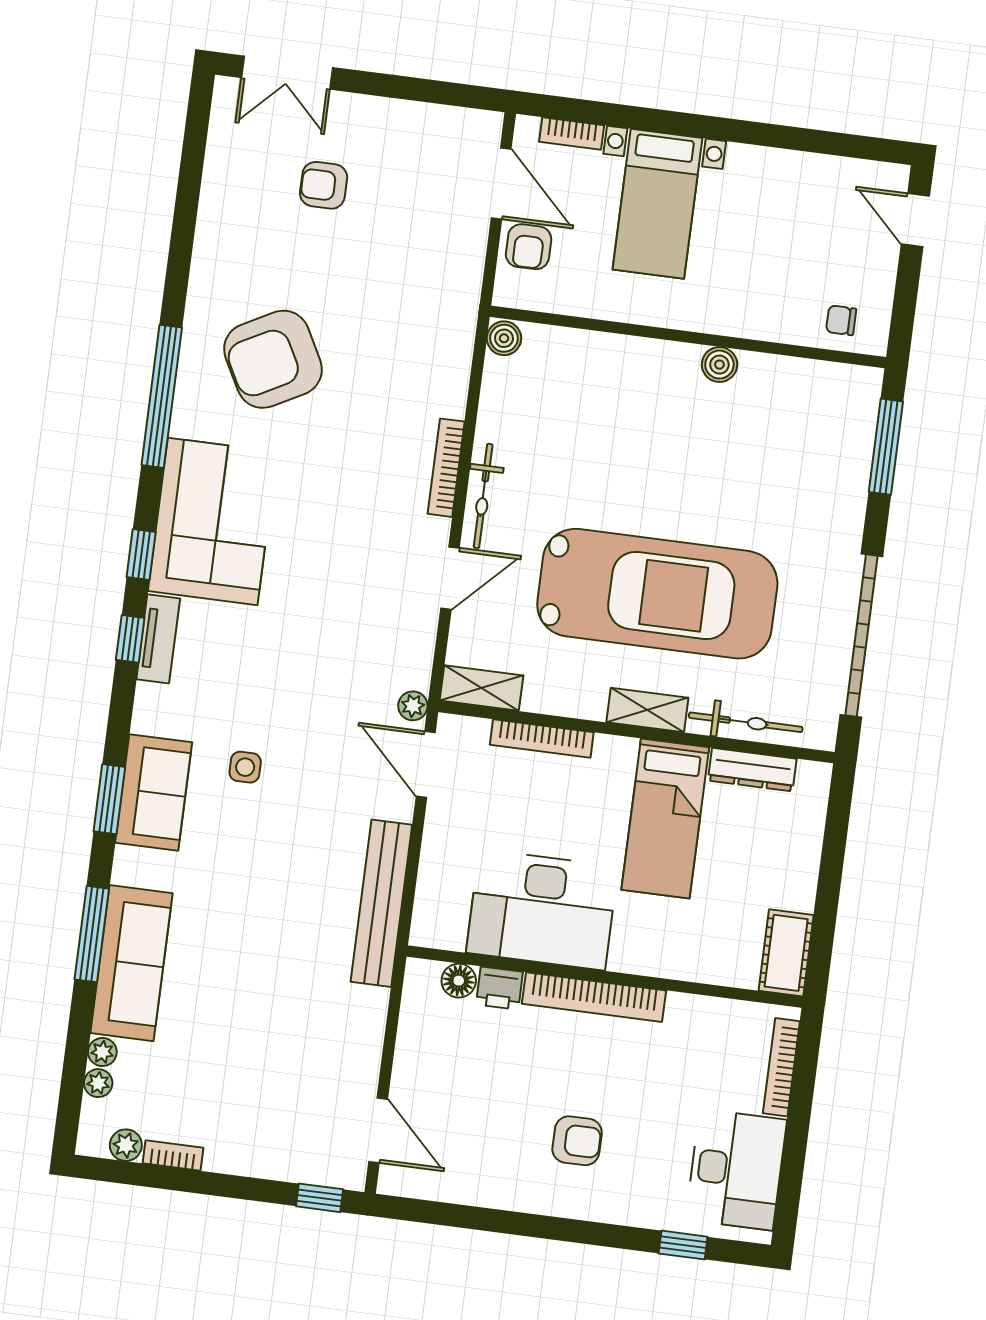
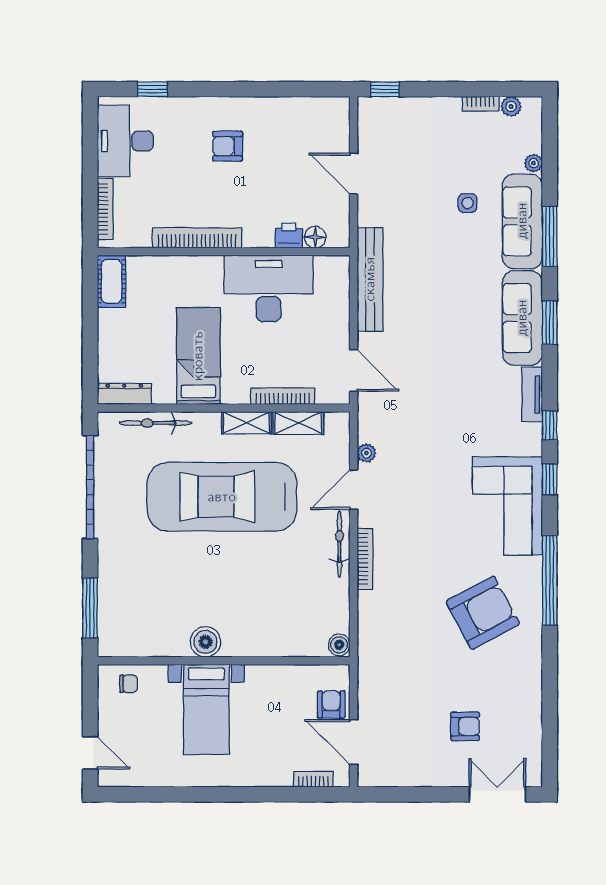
bed with nightstands: (657, 204) -> (206, 709), moved, turned 180
boiler: (719, 365) -> (206, 642), width x1.36, depth x1.36
tv unit: (158, 639) -> (532, 395), moved
shelving: (482, 688) -> (298, 423), moved
plant: (413, 706) -> (366, 453), moved
shelving: (647, 710) -> (246, 423), moved
side table: (245, 767) -> (468, 203), moved
dresser: (752, 770) -> (124, 394), moved
sofa: (154, 792) -> (522, 318), width x1.36
bookcase: (594, 997) -> (197, 238), moved
plant: (98, 1083) -> (534, 143), removed
door: (378, 1130) -> (354, 173), moved

